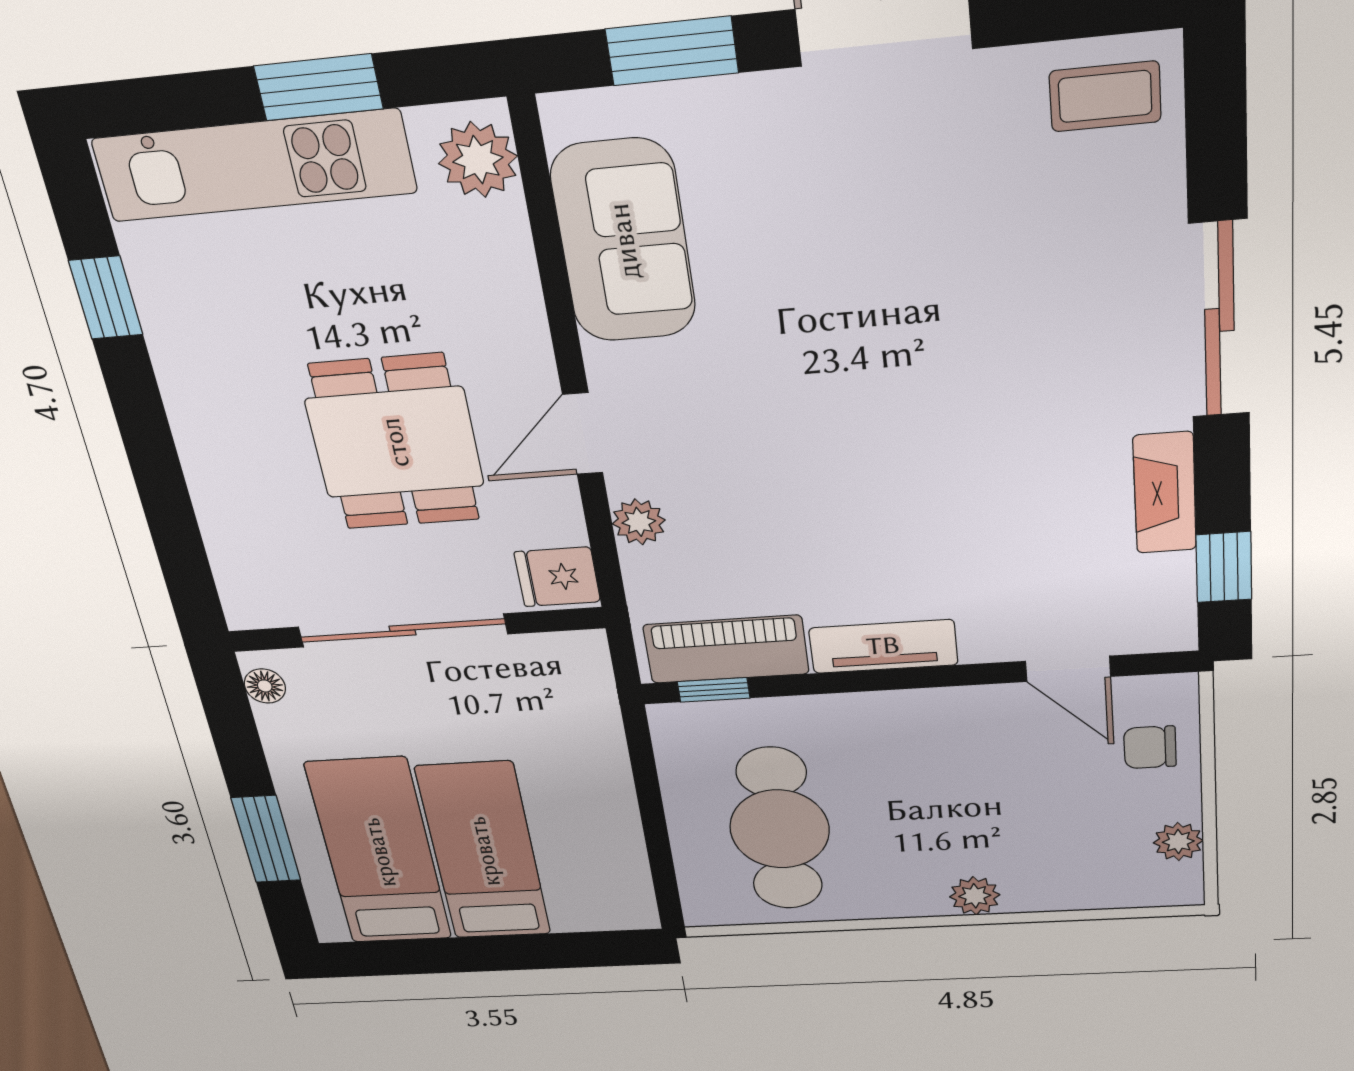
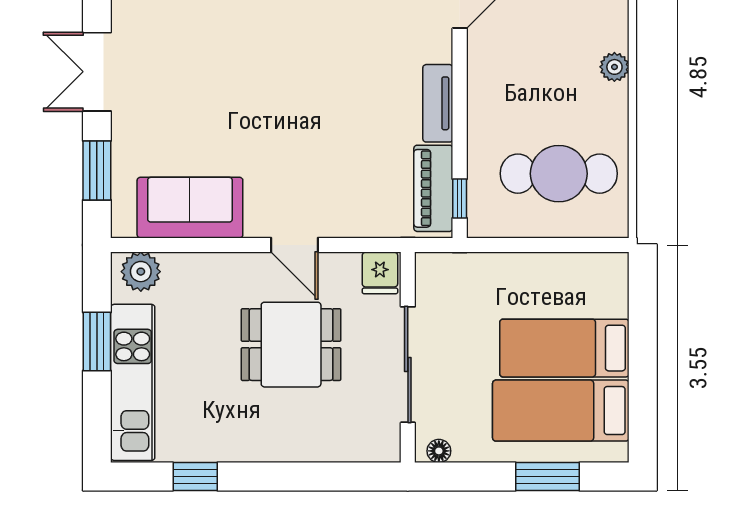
plant: (639, 522) -> (349, 224), removed

